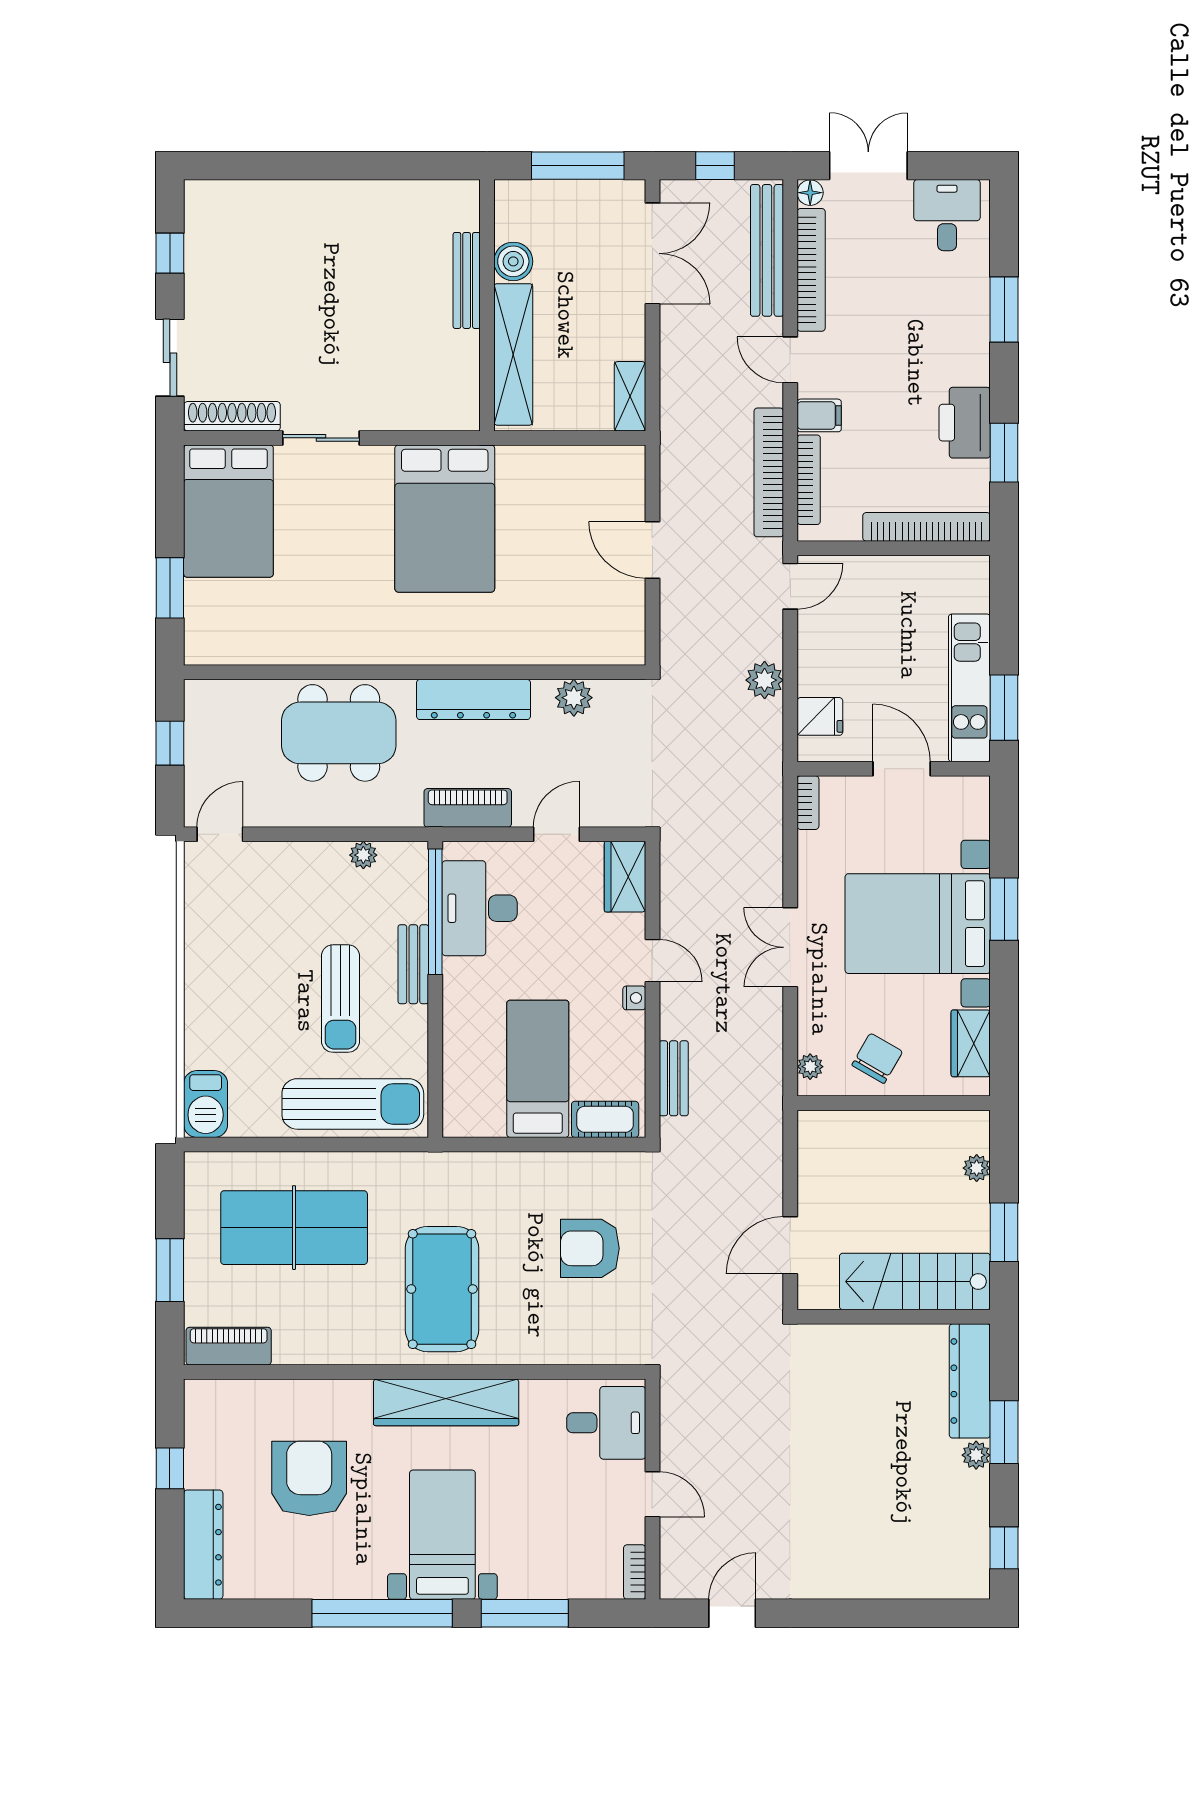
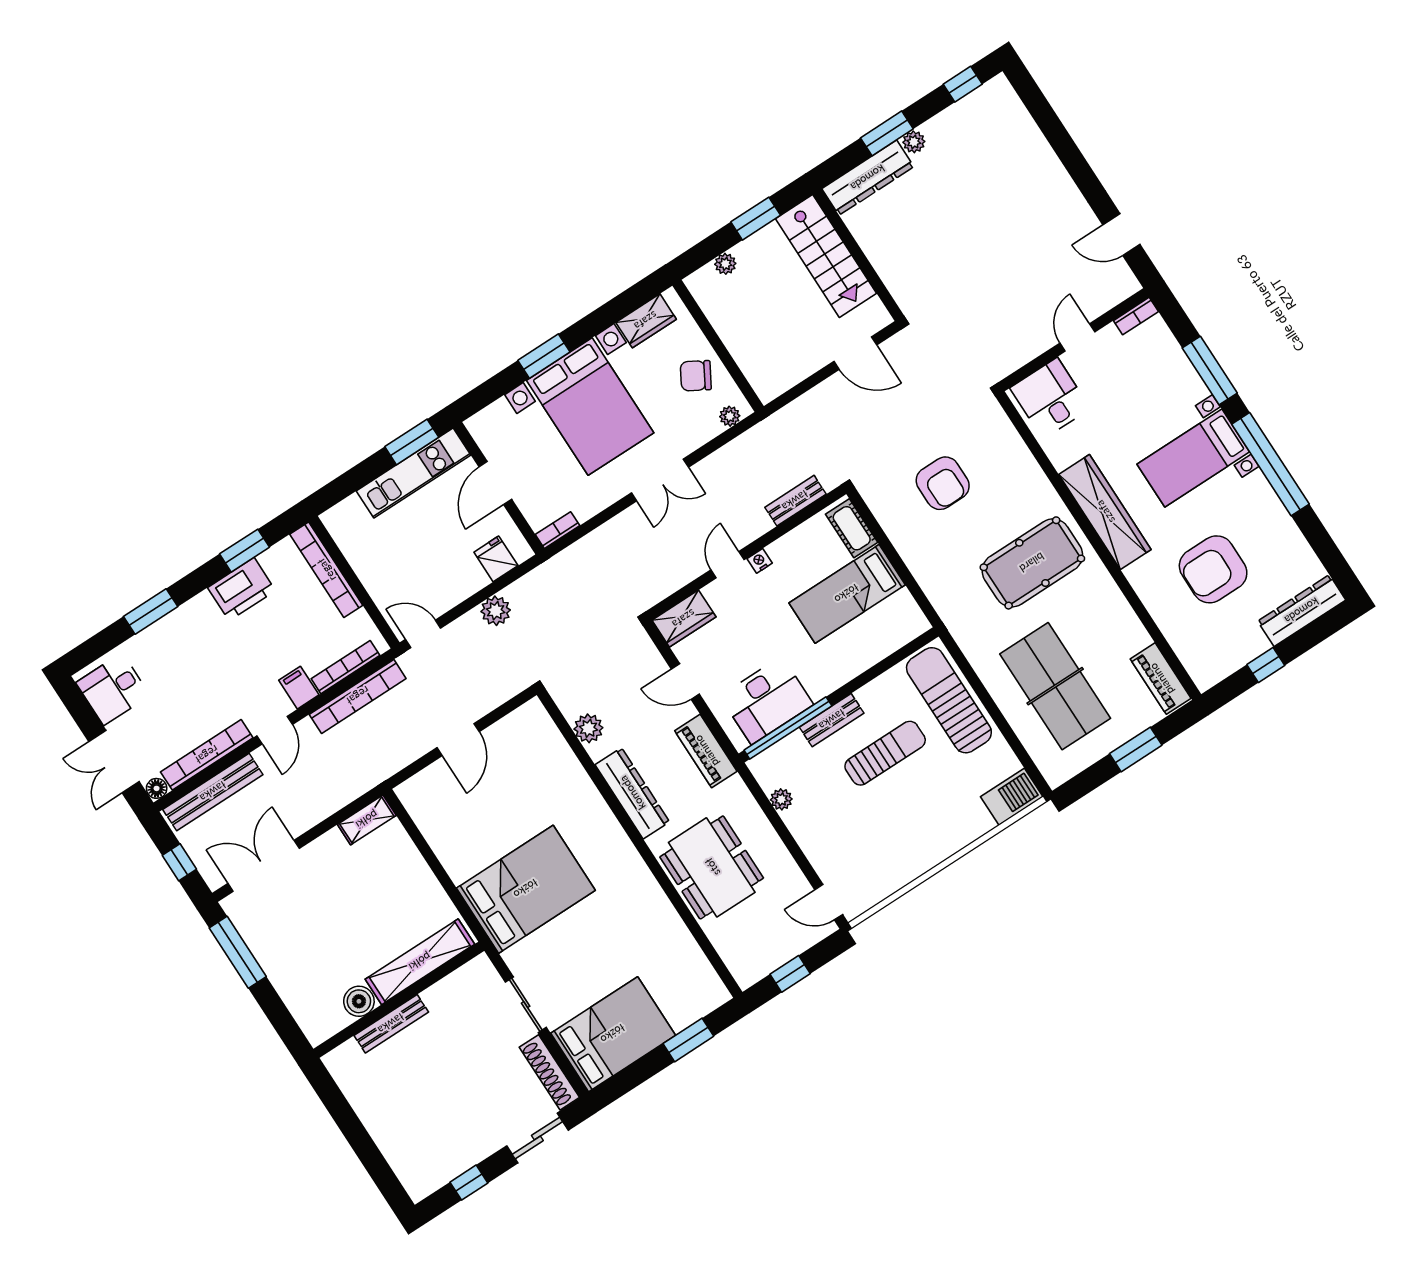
boiler: (513, 261) -> (359, 1001), moved
bench: (467, 280) -> (391, 1024), moved
wall: (487, 305) -> (399, 1000), moved
shelving: (513, 354) -> (420, 962), moved

